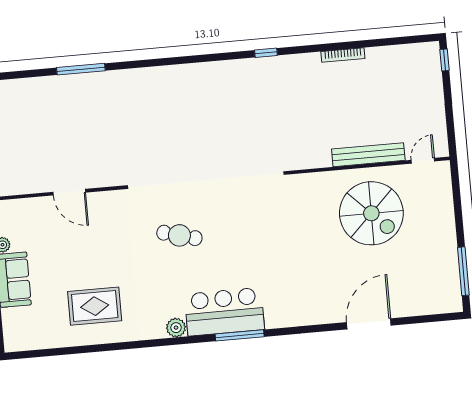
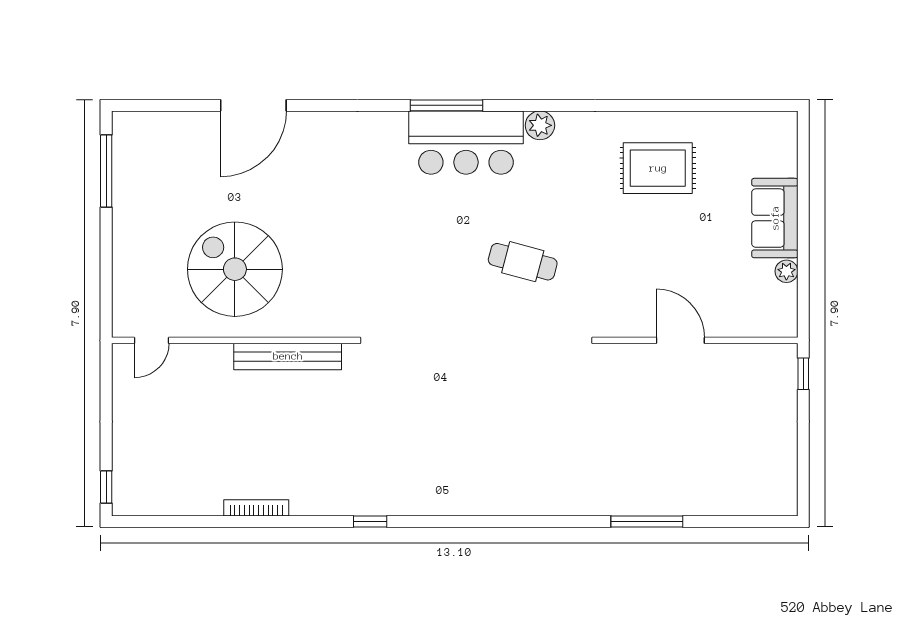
bench: (368, 155) -> (288, 356), moved

